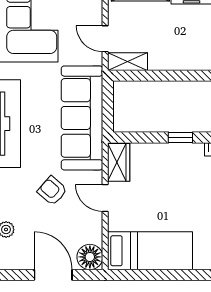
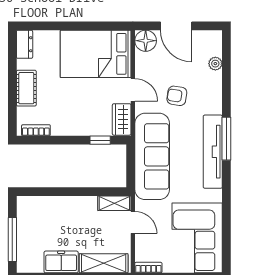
window: (180, 137) -> (100, 140), moved
armchair: (52, 191) -> (177, 96), turned 148
bed: (150, 251) -> (96, 54), width x1.50

